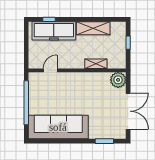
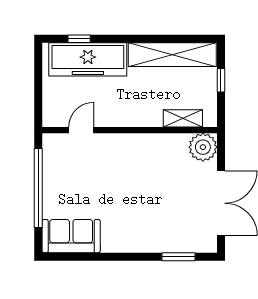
shelving: (93, 28) -> (172, 55), width x1.47
shelving: (96, 64) -> (183, 118), moved
sofa: (58, 127) -> (71, 236), width x0.54, depth x0.79

